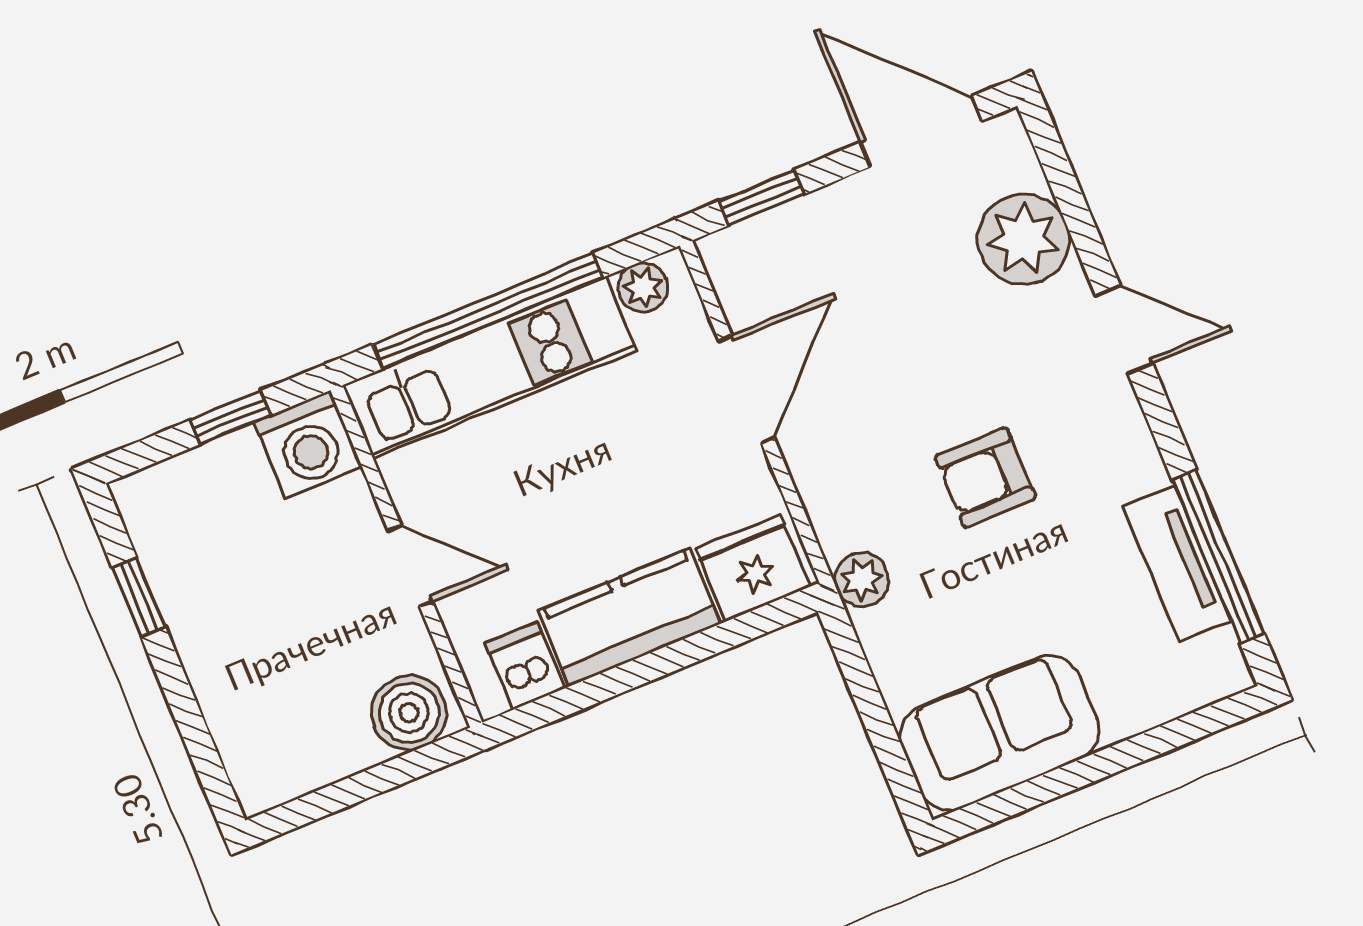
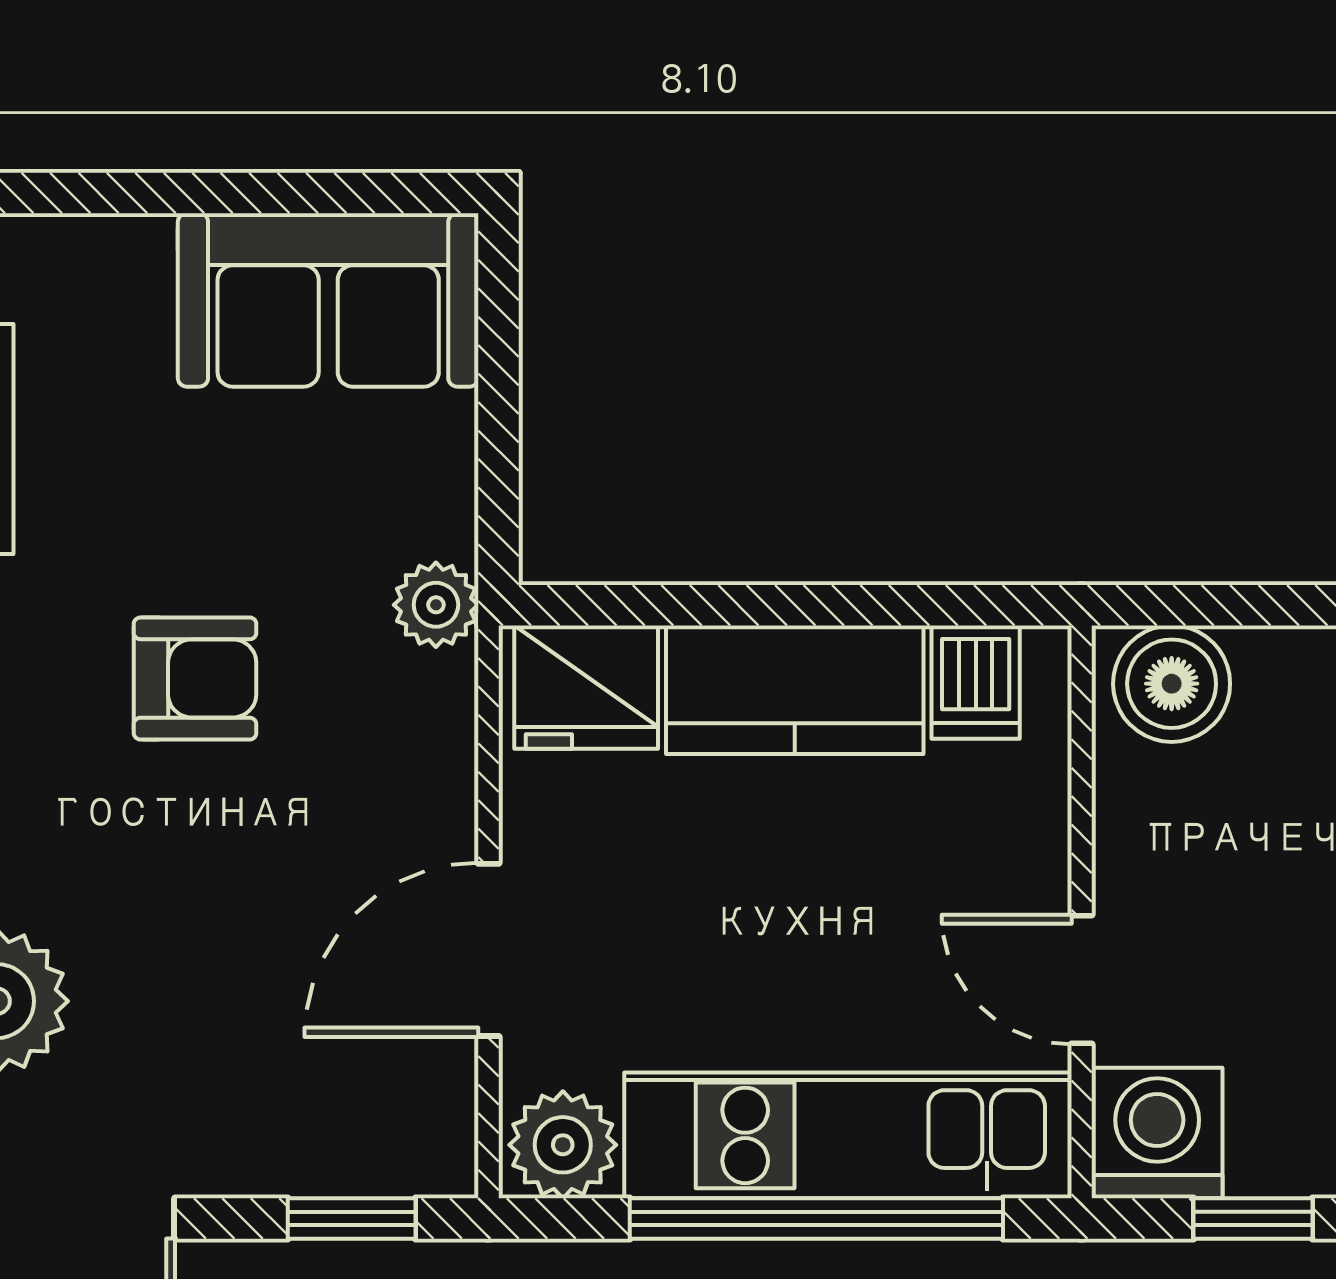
plant: (643, 287) -> (563, 1145), width x1.38, depth x1.38
door: (410, 566) -> (1082, 980), moved

